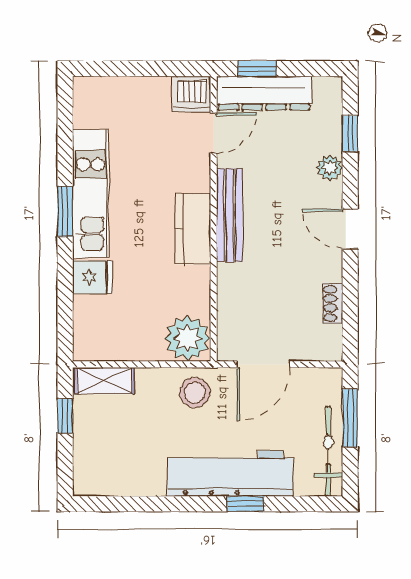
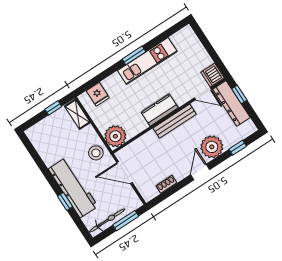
plant: (330, 168) -> (212, 147), width x1.88, depth x1.88
fridge: (92, 277) -> (98, 94), moved

